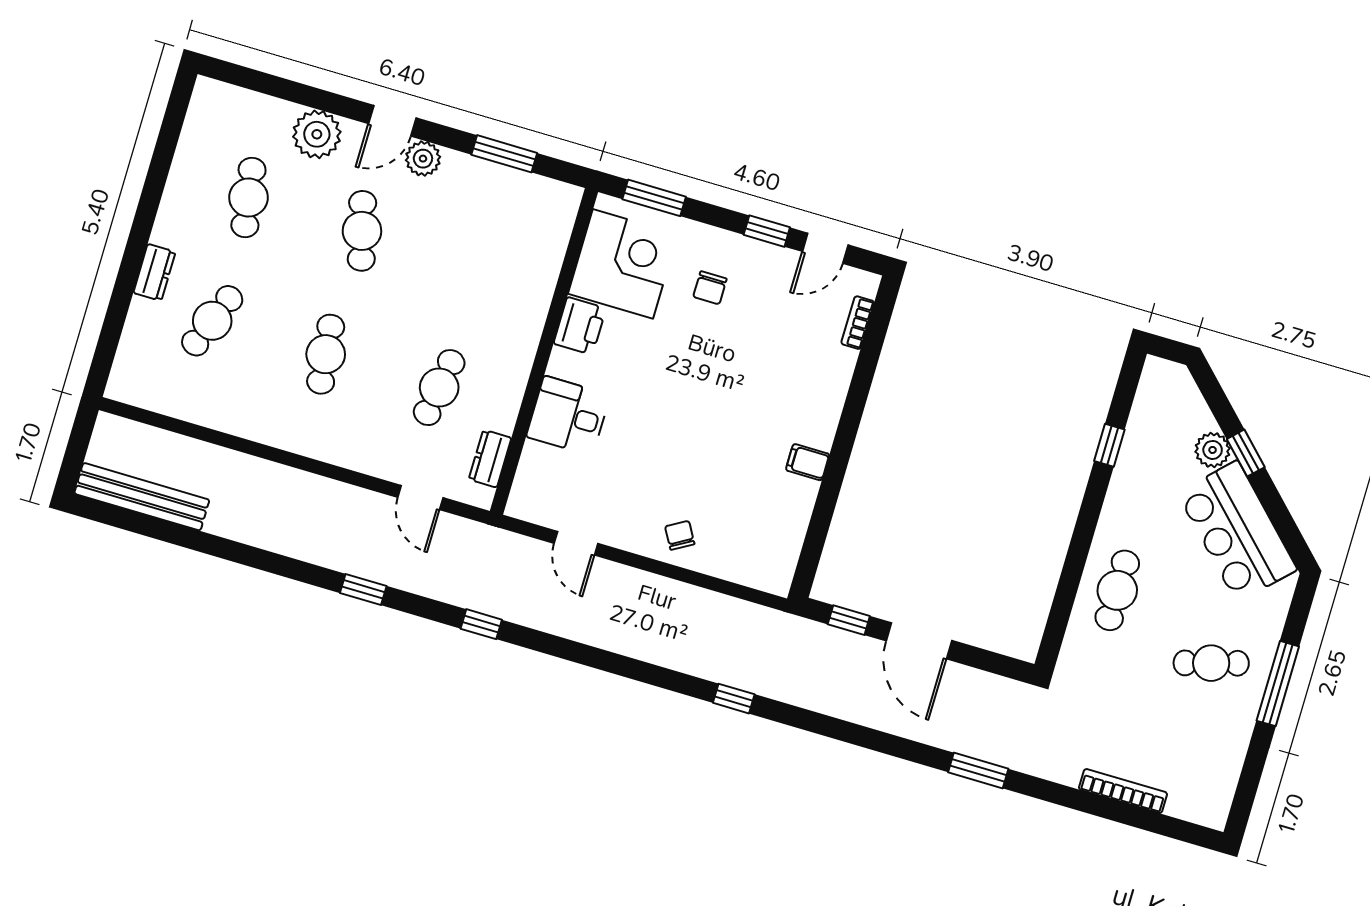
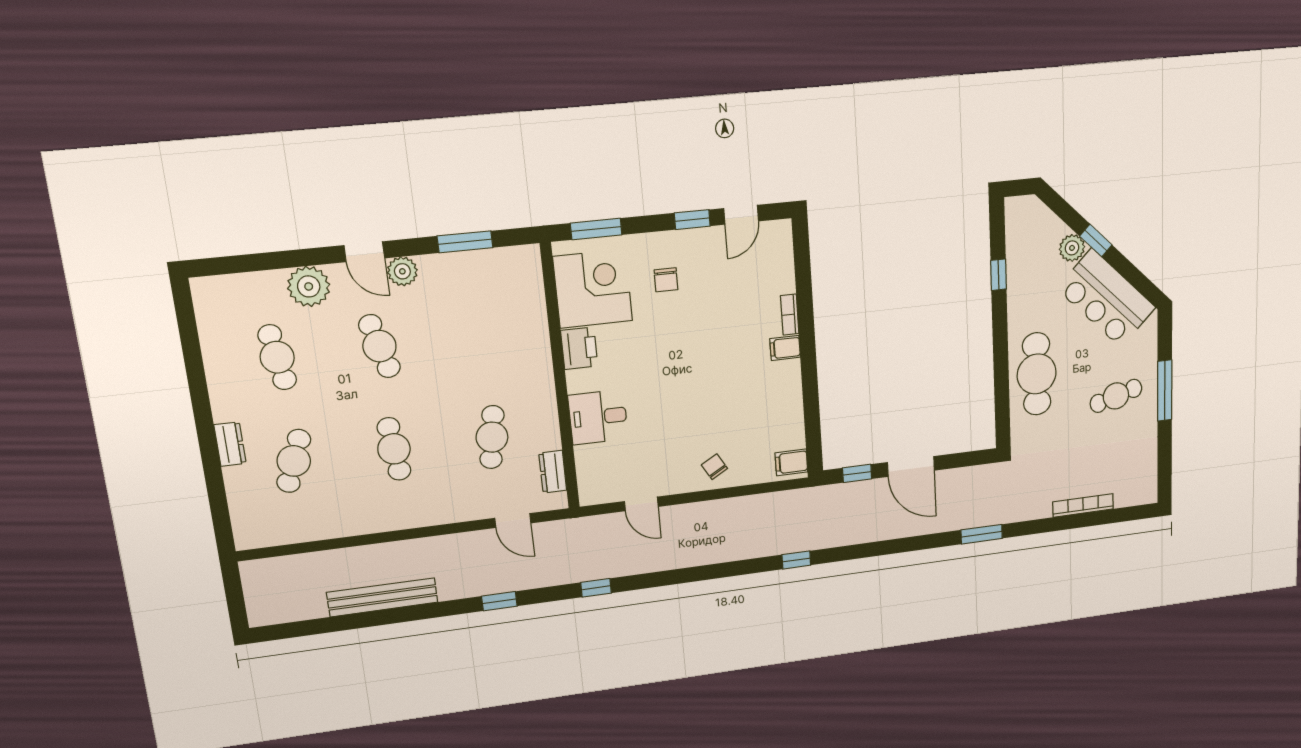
door: (392, 121) -> (364, 252), hinge flipped
bookcase: (858, 323) -> (790, 315), moved
filing cabinet: (808, 462) -> (785, 348), moved
bench: (142, 497) -> (382, 597), moved
filing cabinet: (774, 571) -> (791, 462), added
cafe table: (1117, 590) -> (1037, 374), width x1.37, depth x1.35

